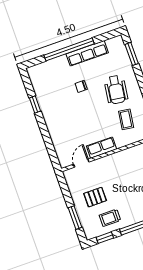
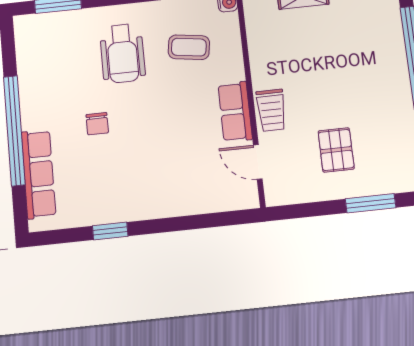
row of seats: (87, 53) -> (39, 174), moved
wheelchair: (116, 90) -> (122, 53), turned 82
trolley: (110, 218) -> (271, 110), moved

